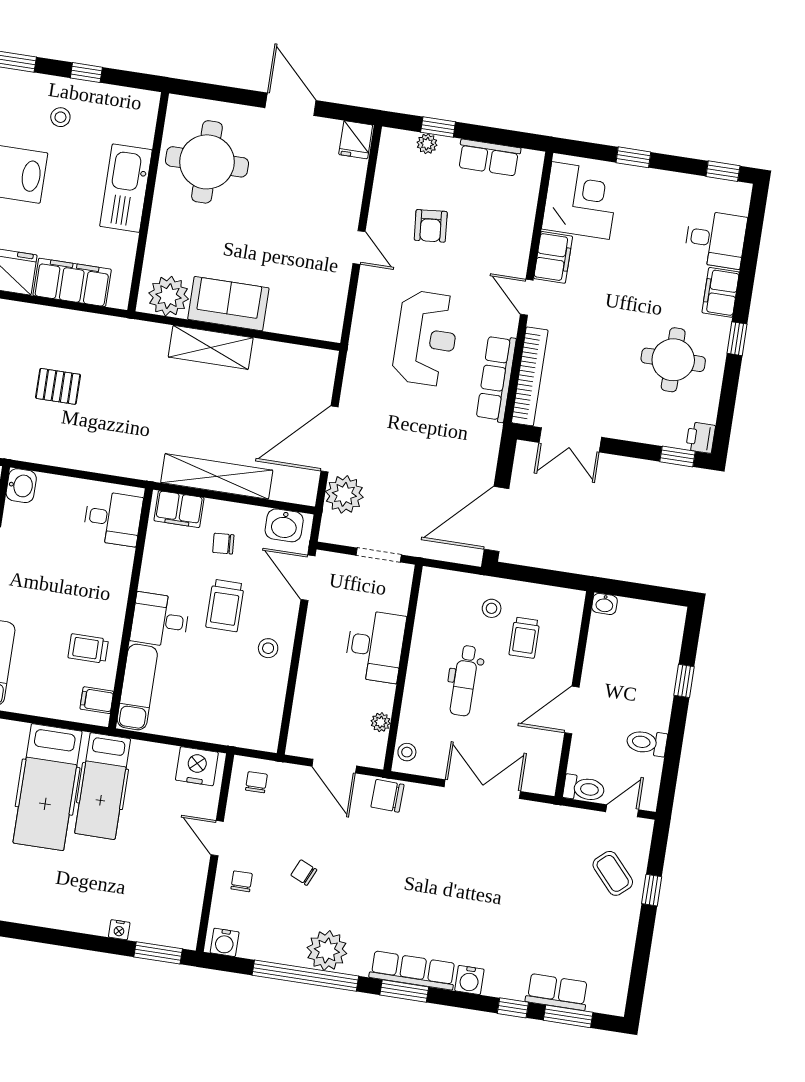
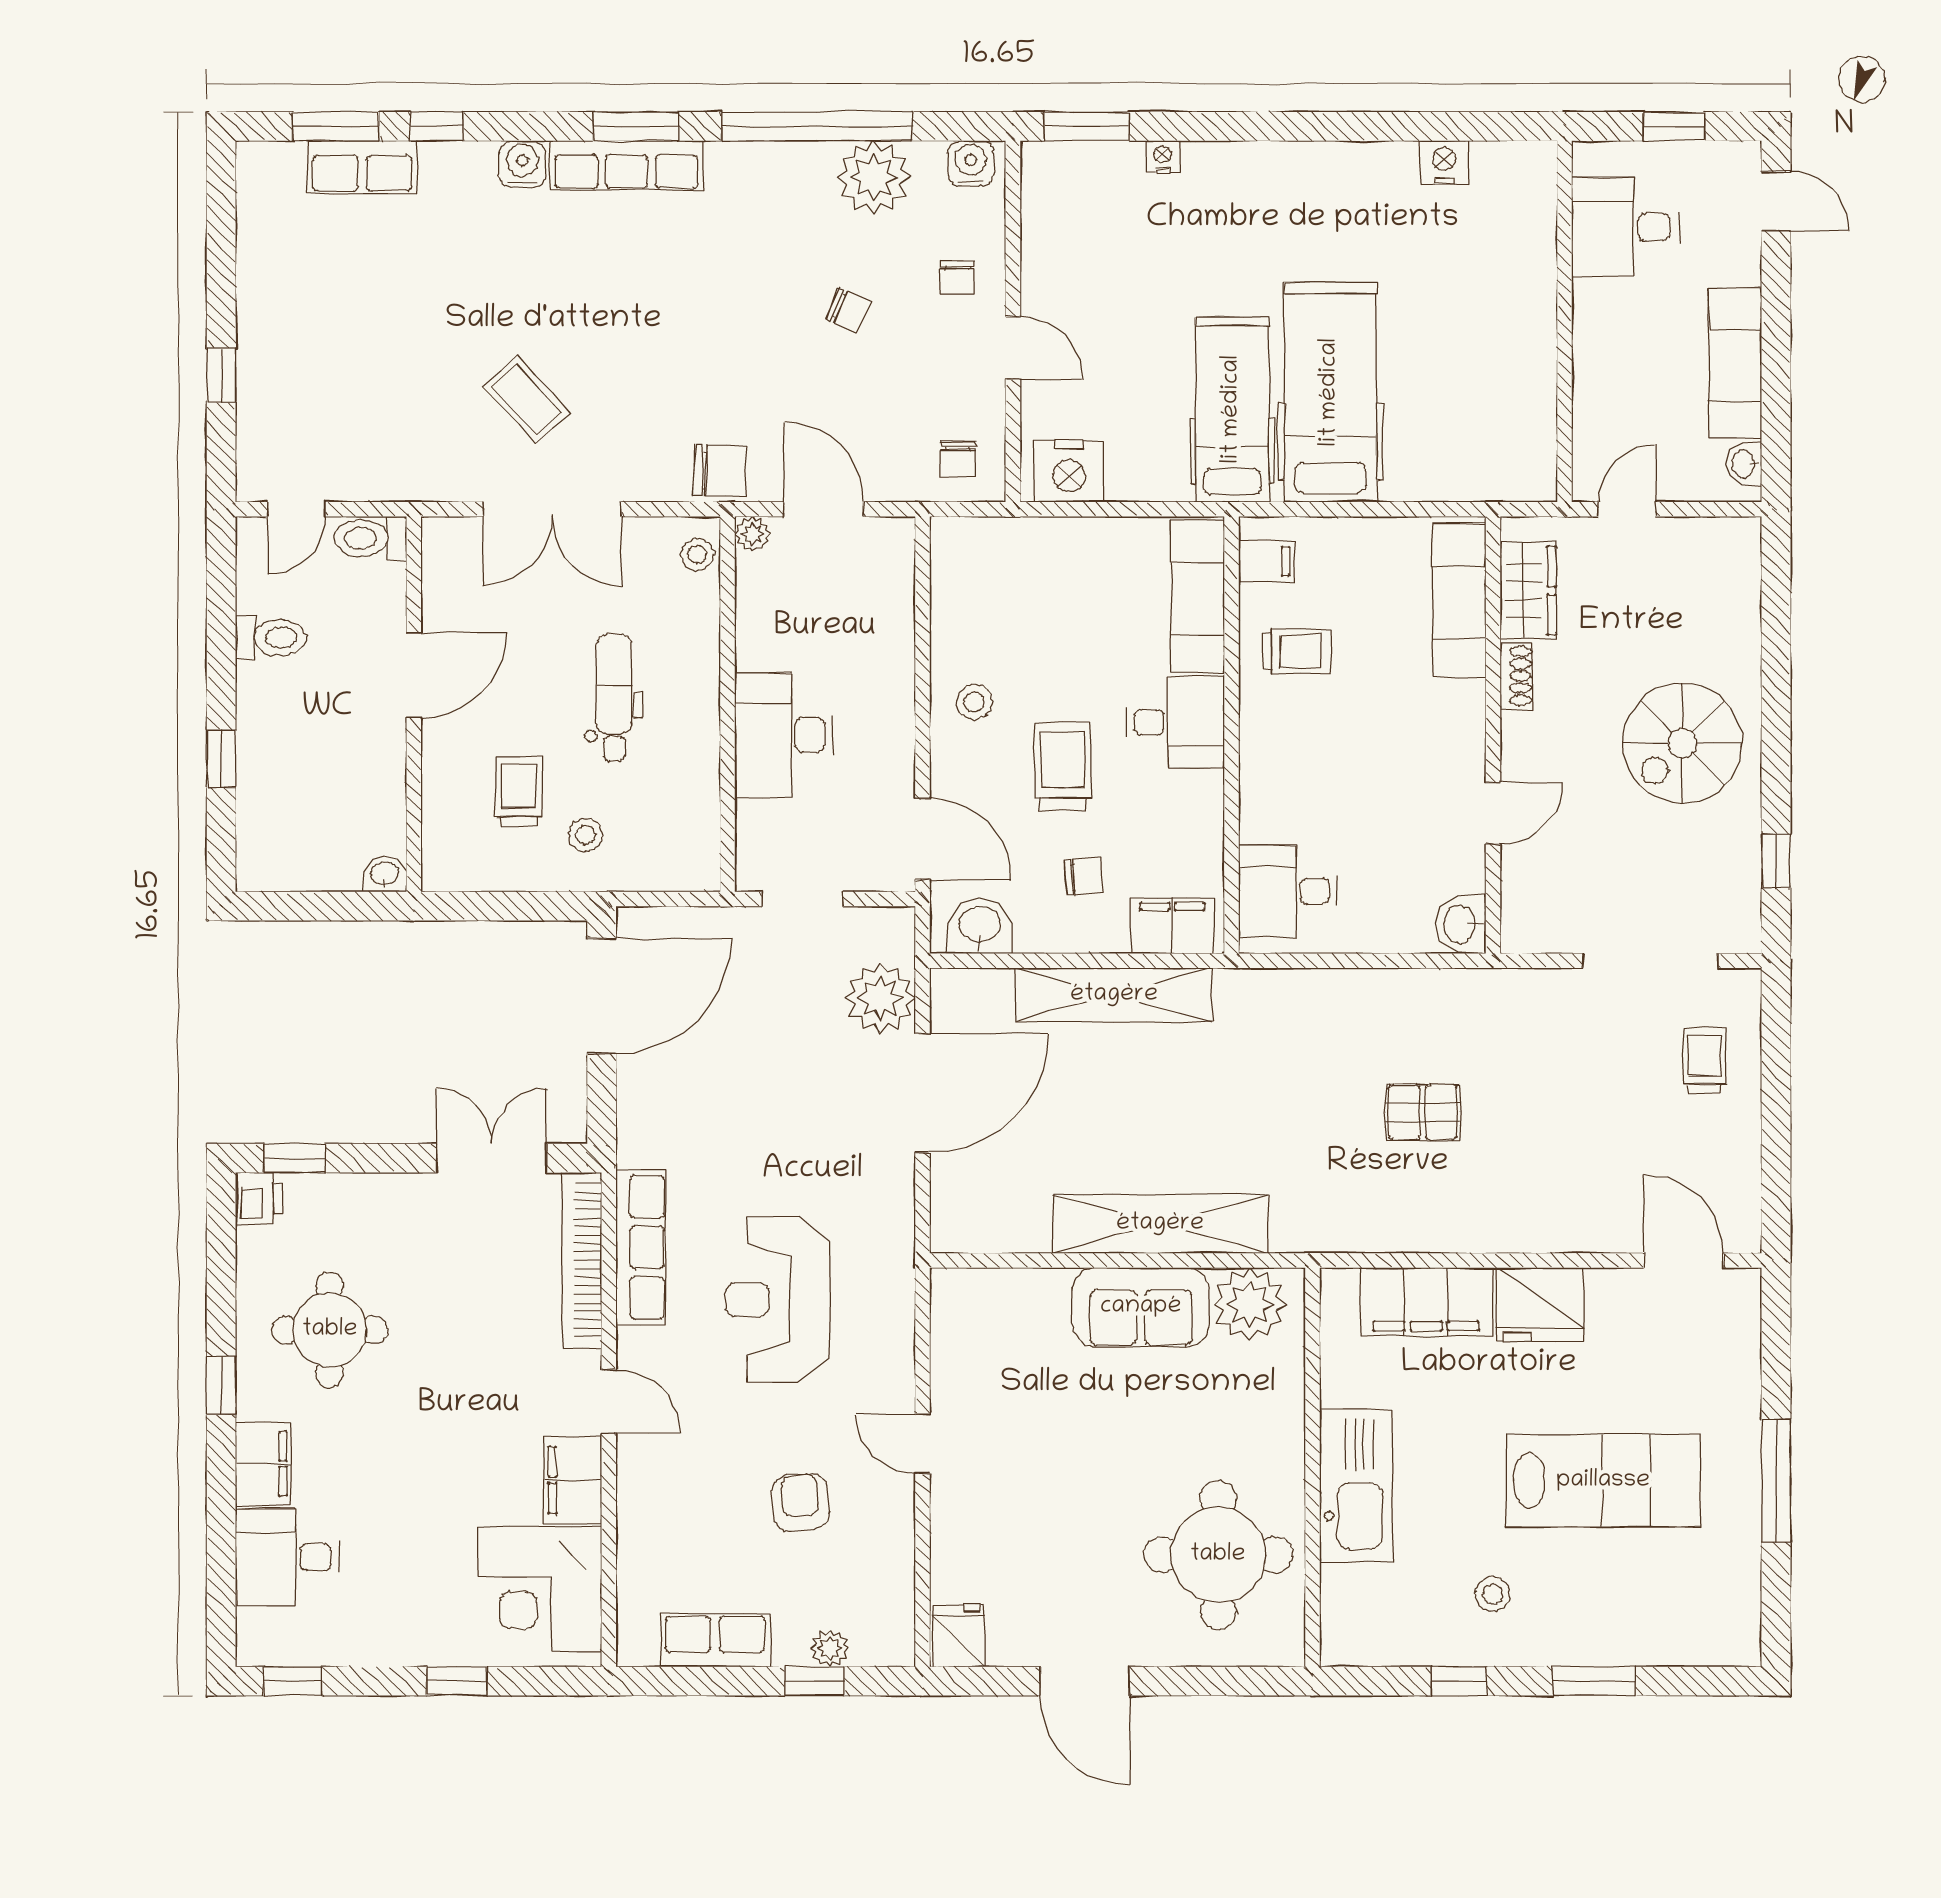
shelving: (211, 347) -> (1160, 1224), width x1.47
plant: (381, 722) -> (753, 534), moved
coffee table: (613, 873) -> (527, 400), moved
plant: (327, 951) -> (874, 177), moved

